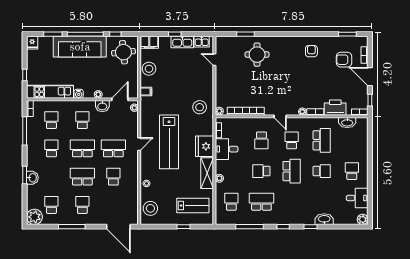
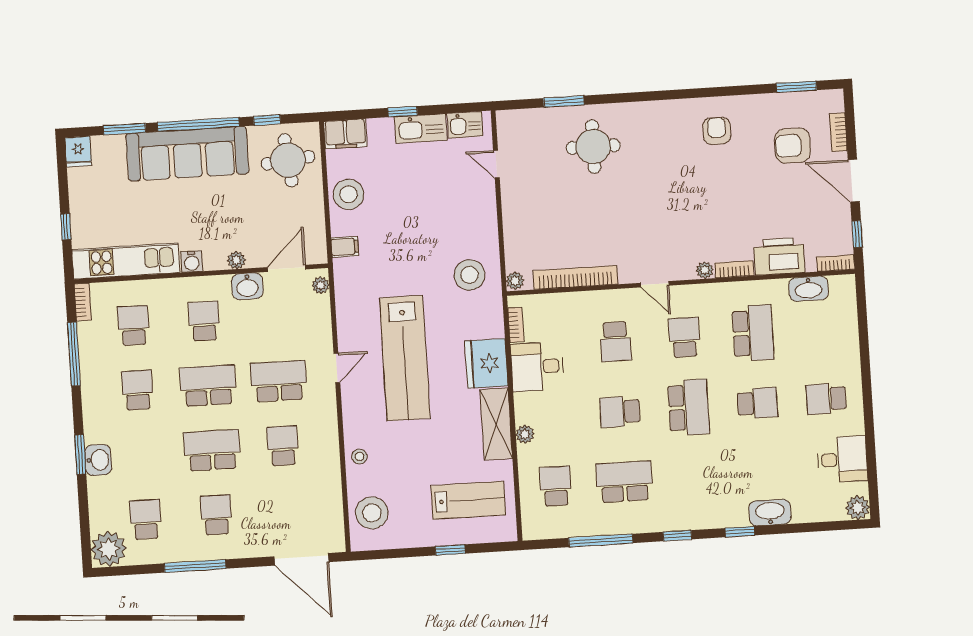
school desk: (352, 171) -> (826, 399), turned -90

